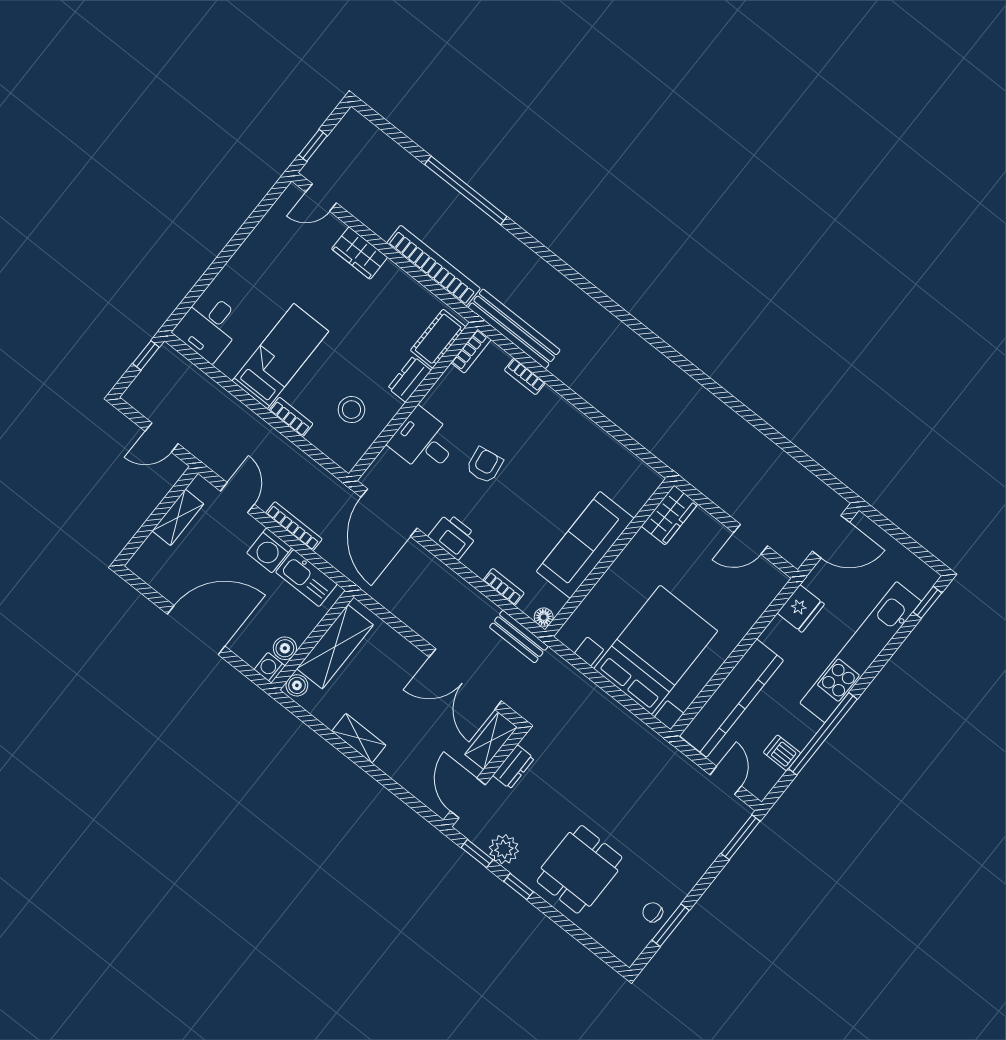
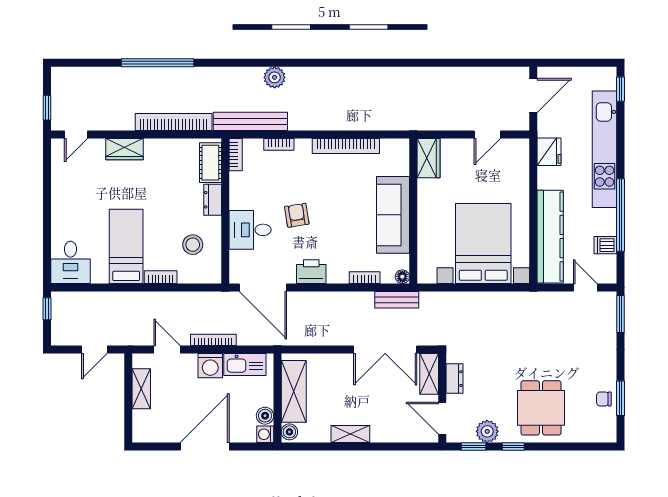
plant: (576, 303) -> (275, 77), added
bookcase: (593, 434) -> (346, 146), added

